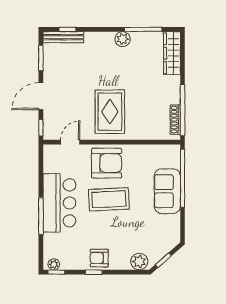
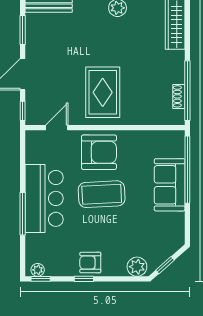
shoe rack: (175, 120) -> (179, 96), width x0.70

